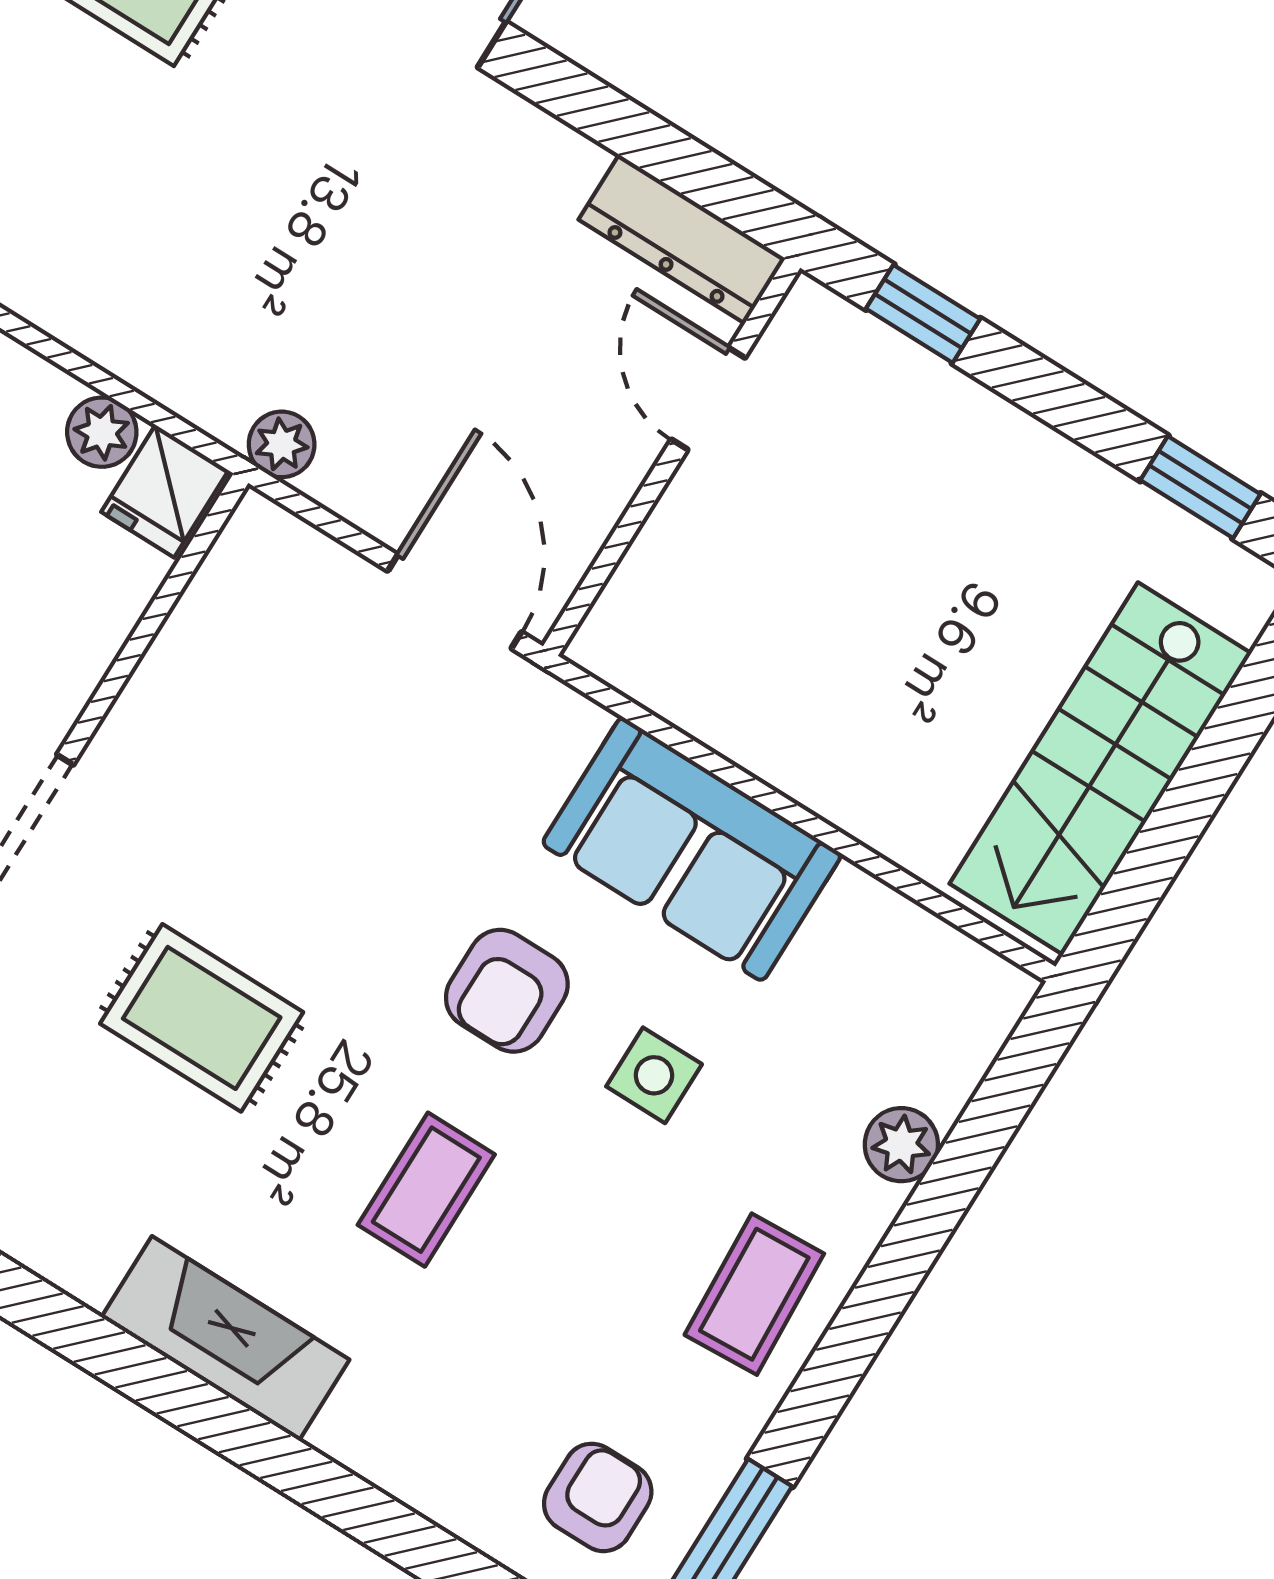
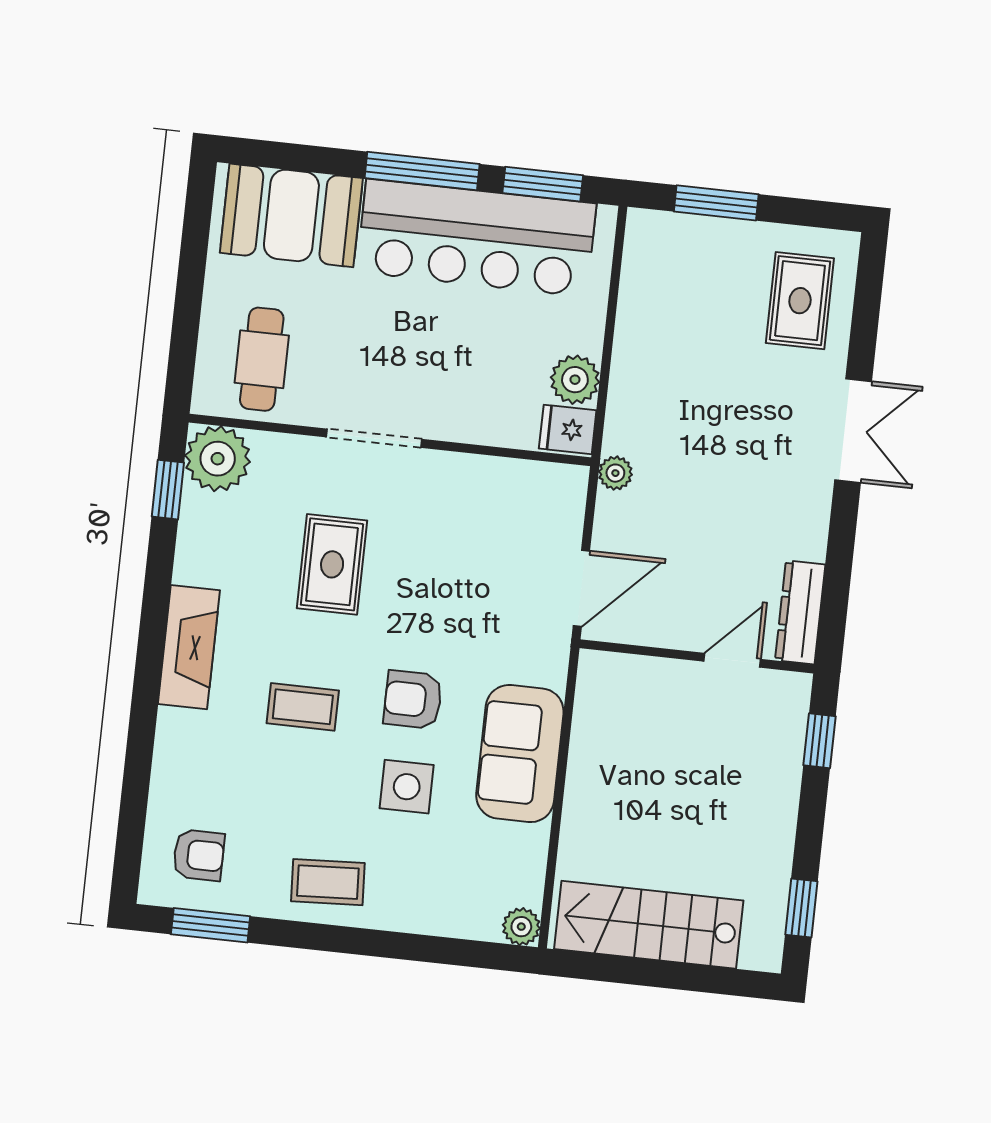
plant: (102, 432) -> (575, 380), width x1.38, depth x1.38
side table: (654, 1075) -> (407, 787), width x1.37, depth x1.37
plant: (901, 1145) -> (521, 927), moved

